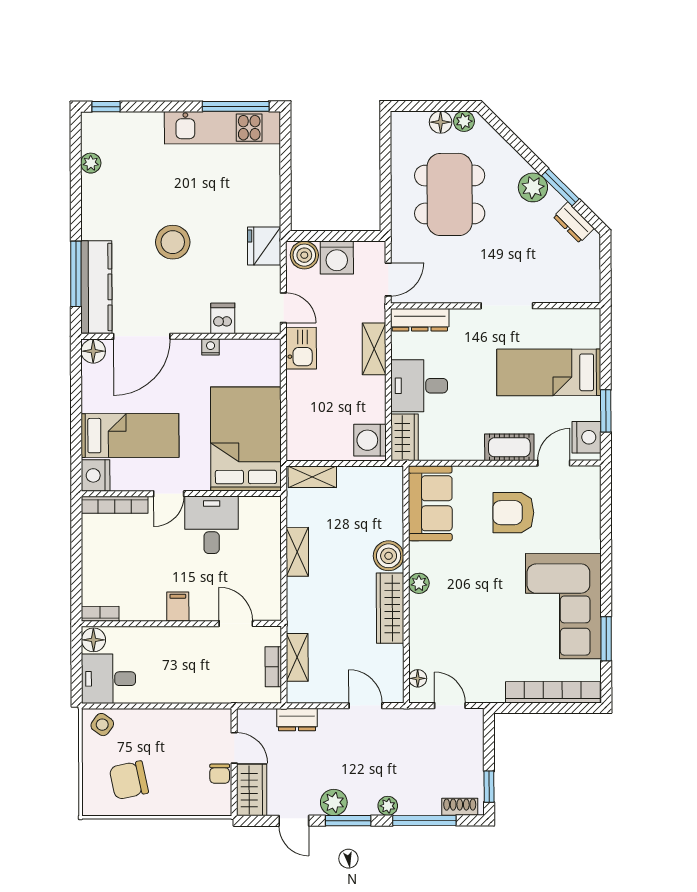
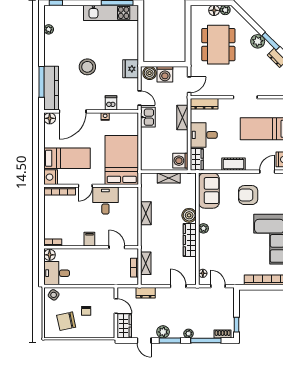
cot: (509, 447) -> (233, 164), moved
shelving: (312, 477) -> (169, 178), moved
chair: (220, 774) -> (86, 311), moved

